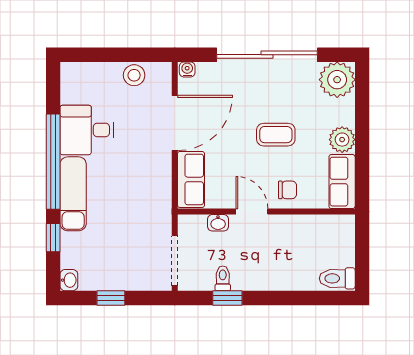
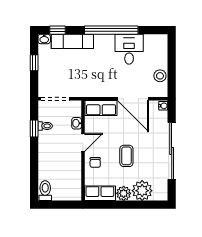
plant: (337, 80) -> (142, 191), moved
exam couch: (73, 194) -> (72, 41), moved
window: (53, 238) -> (58, 30), moved

